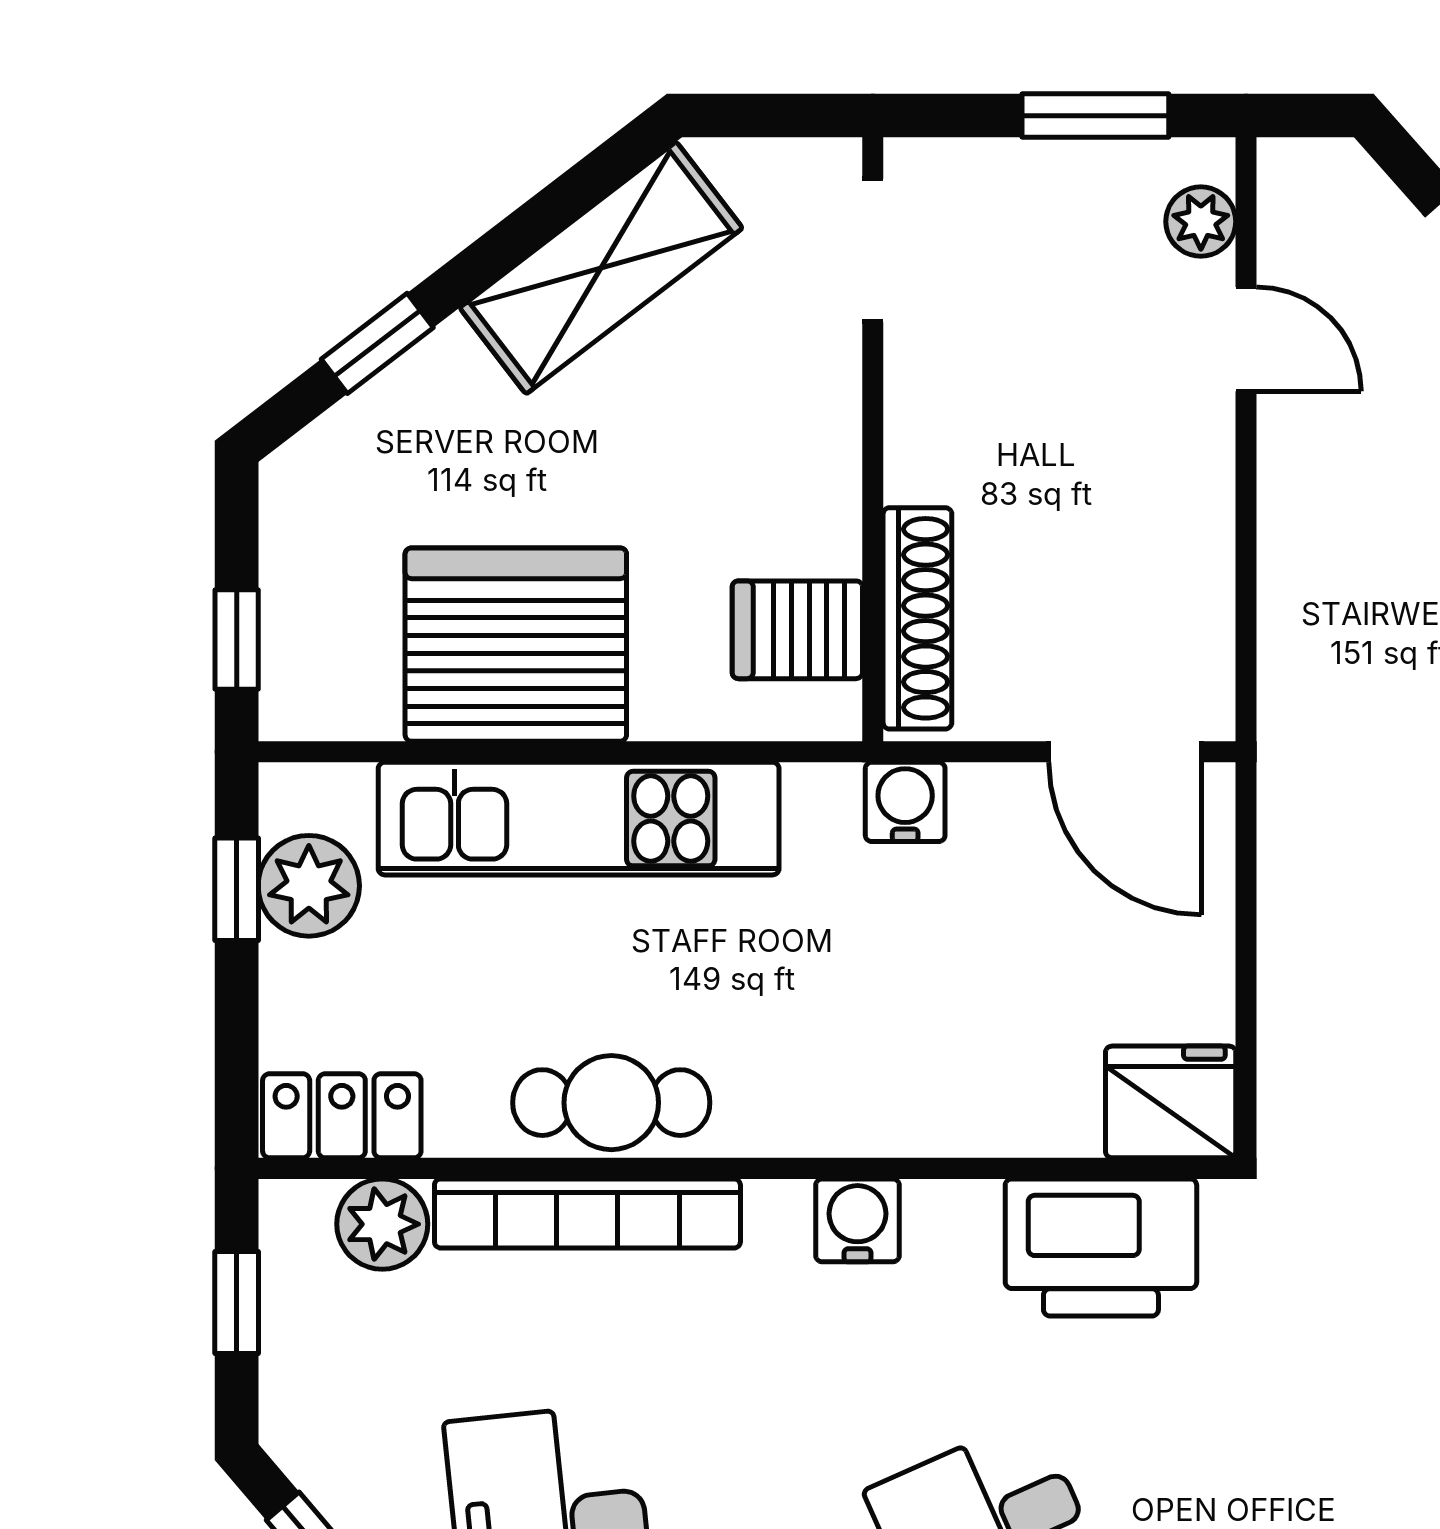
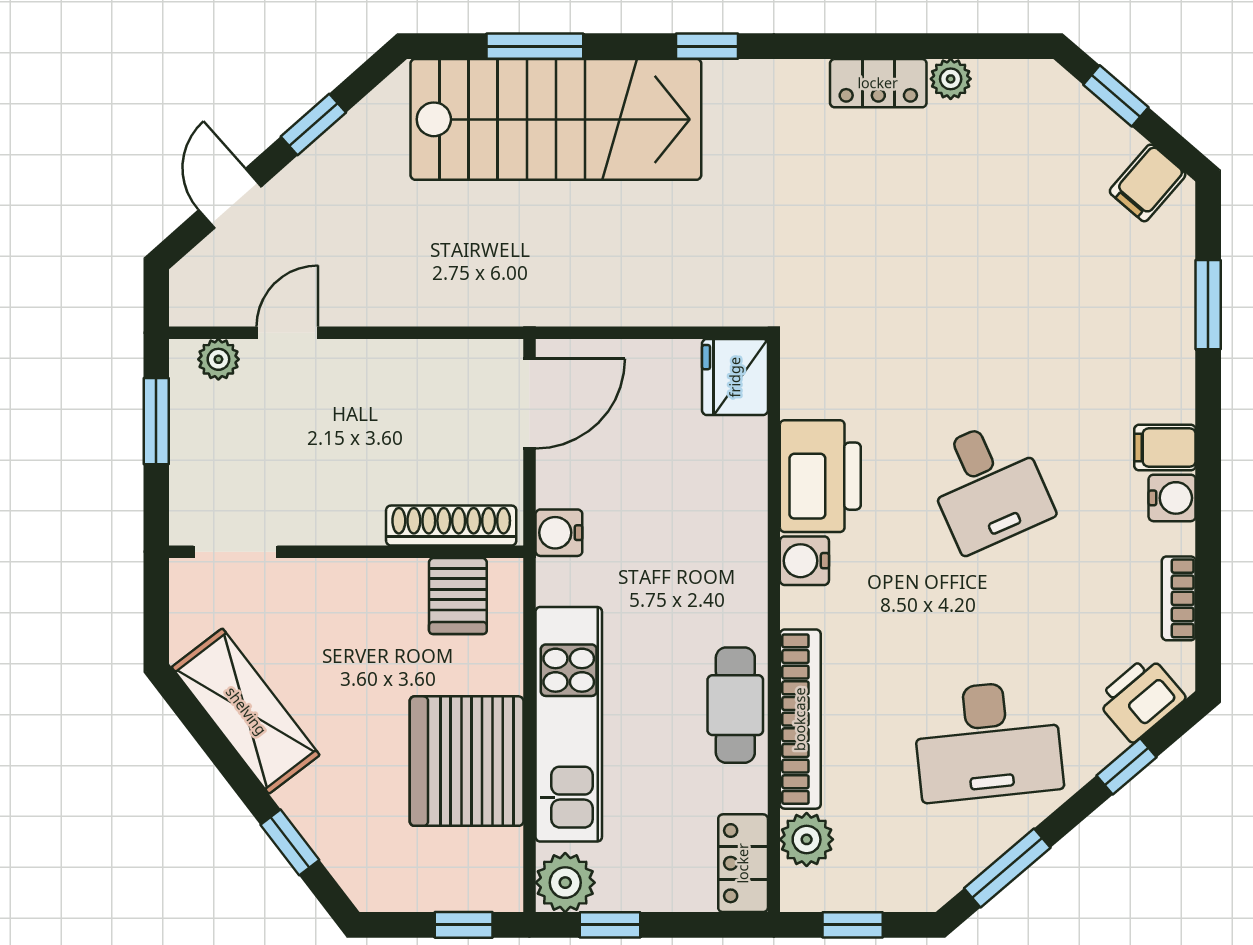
plant: (309, 886) -> (565, 883), moved
printer: (1101, 1247) -> (820, 476), moved

